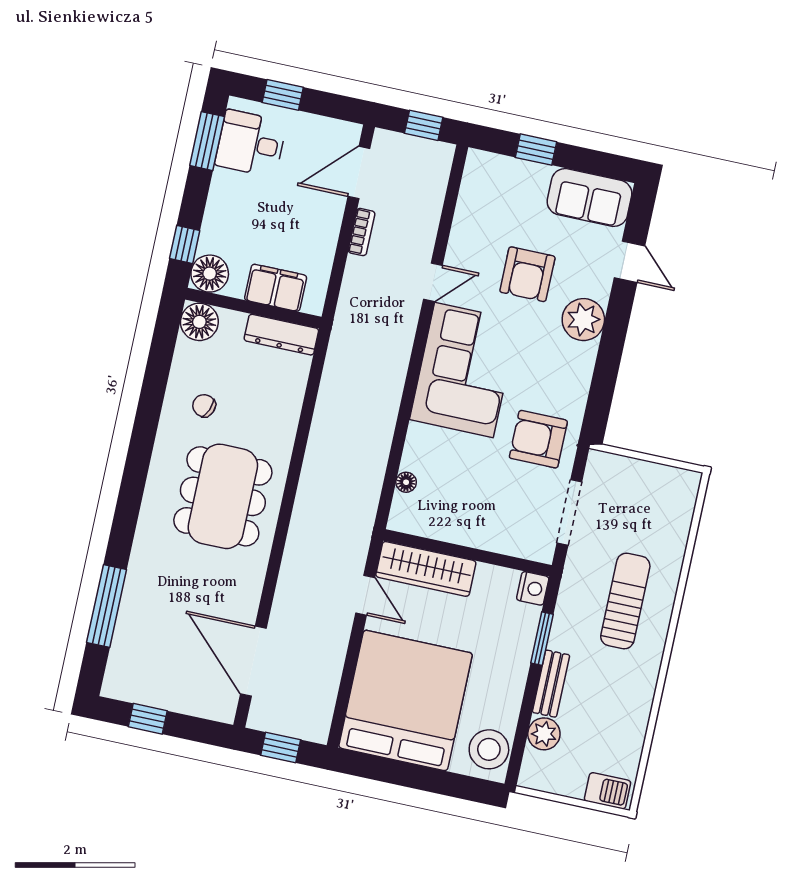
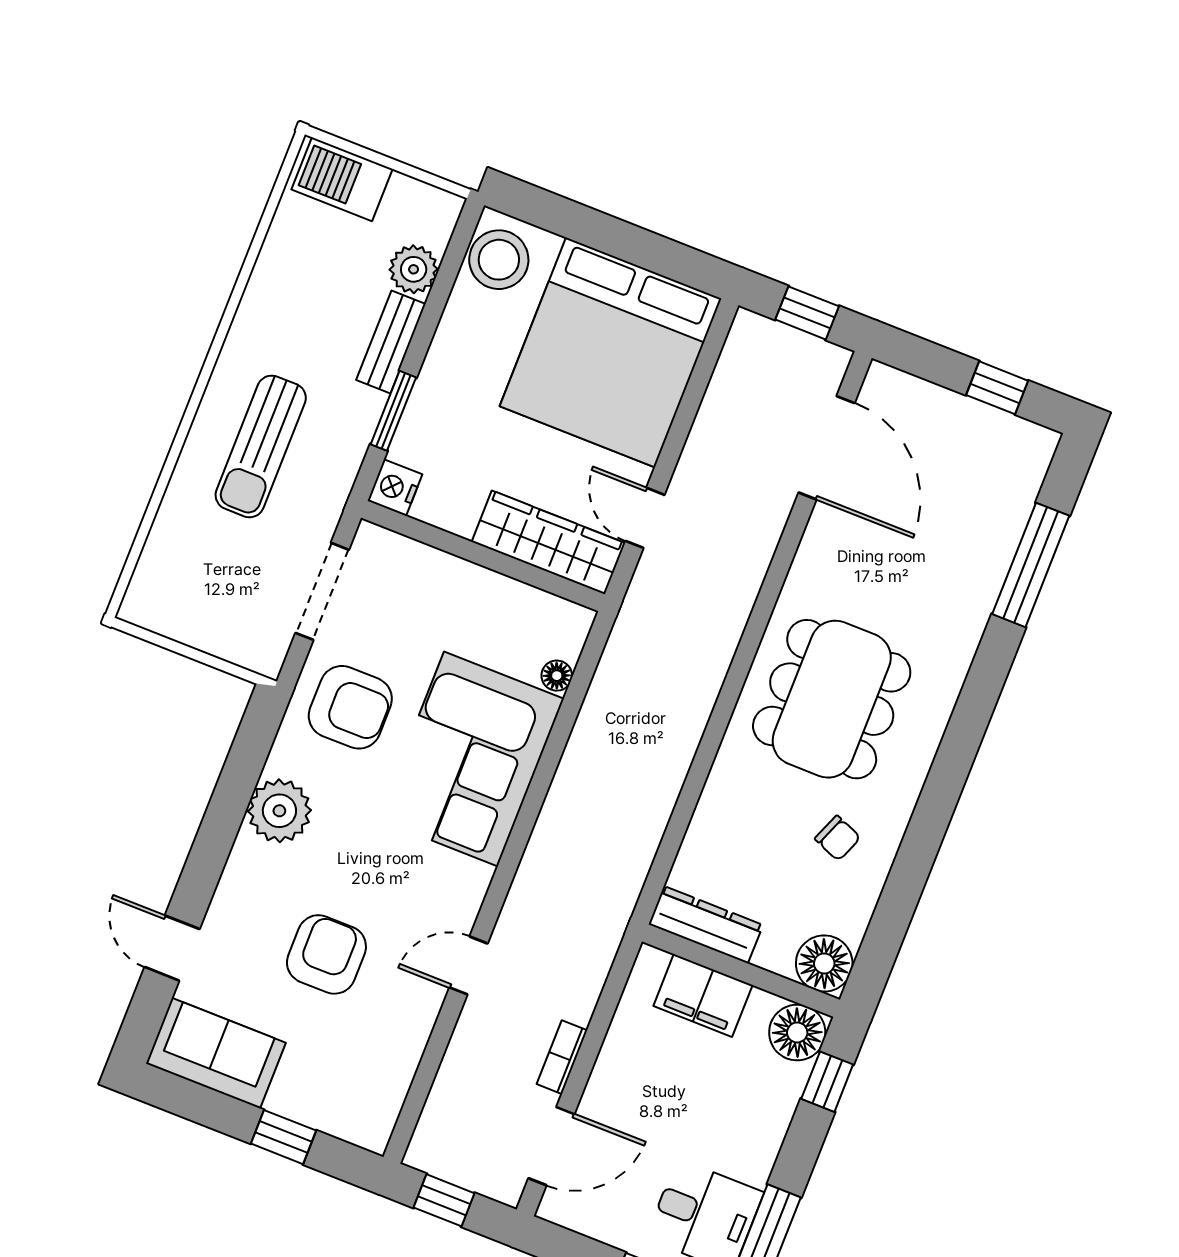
plant: (583, 320) -> (279, 811), moved
corner sofa: (464, 370) -> (471, 759), moved
barbecue: (608, 791) -> (342, 179), width x1.38, depth x1.27

